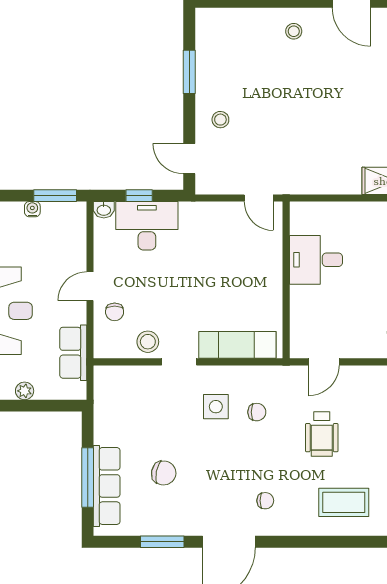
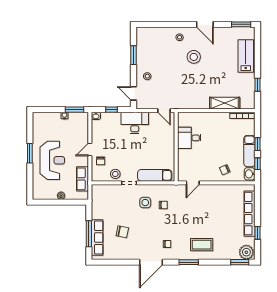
stool: (326, 76) -> (194, 57), added
desk: (147, 226) -> (135, 123), moved
wheelchair: (322, 434) -> (192, 215), removed
window: (162, 542) -> (189, 262), moved

